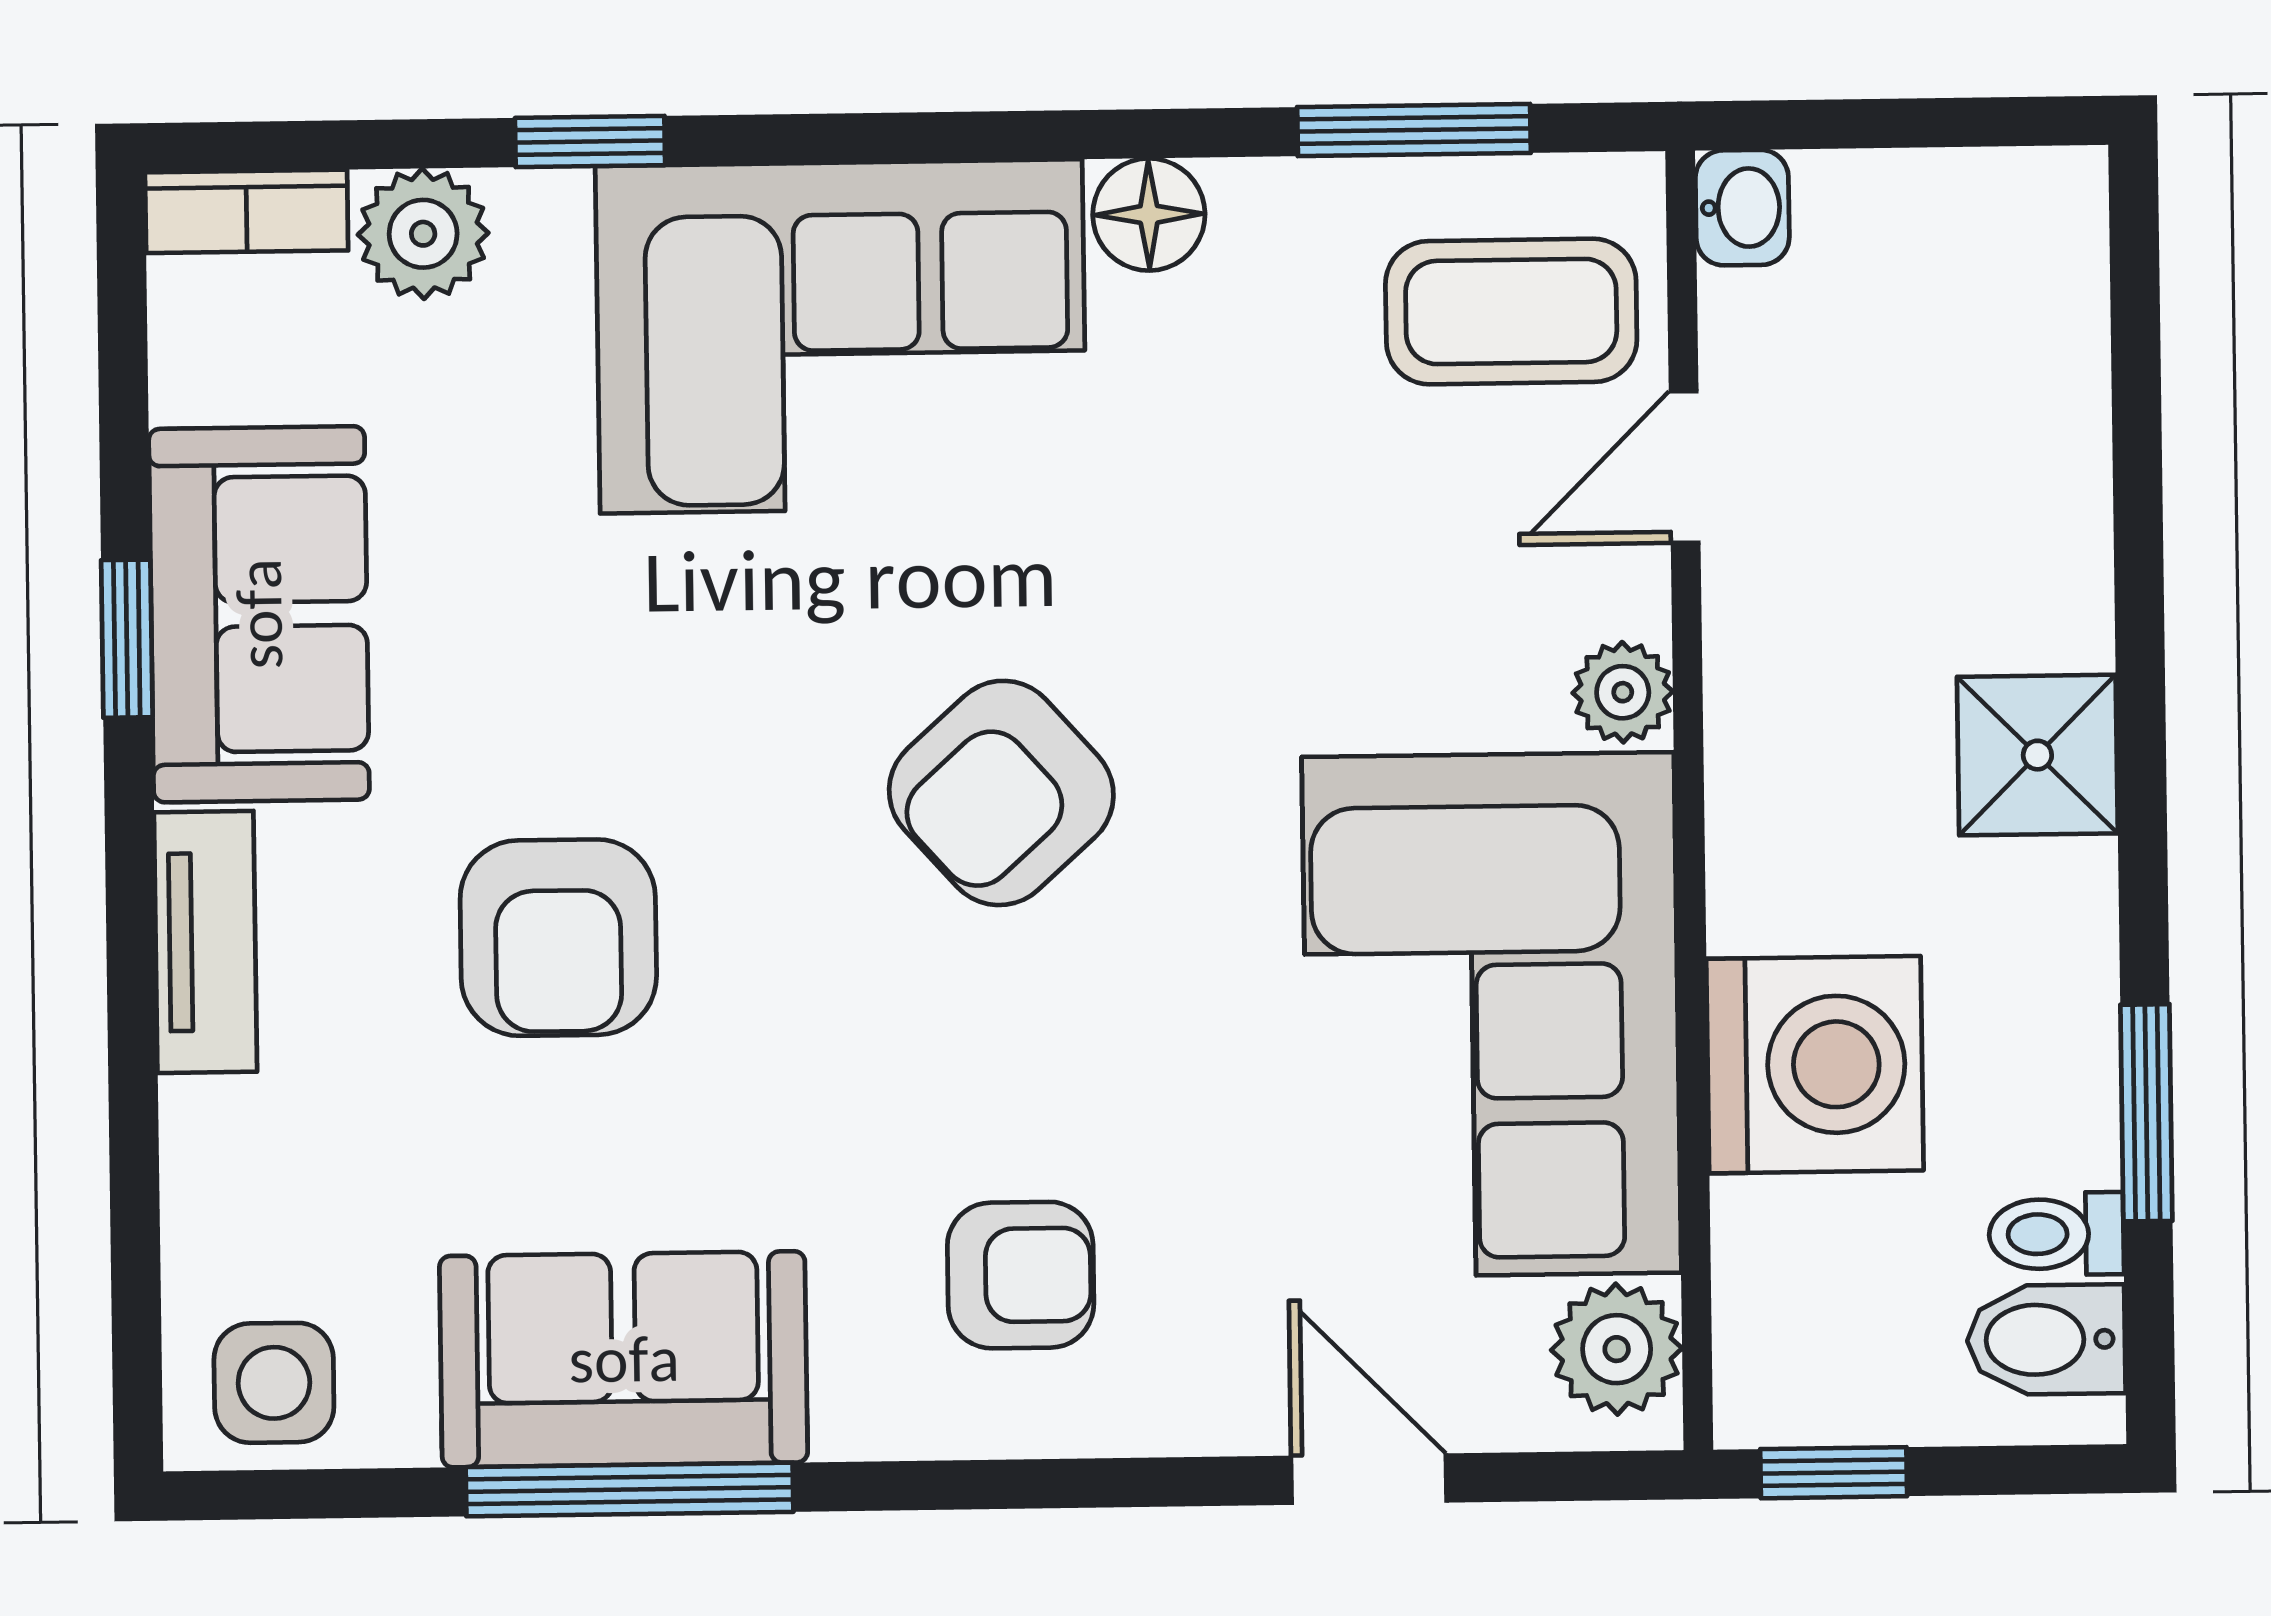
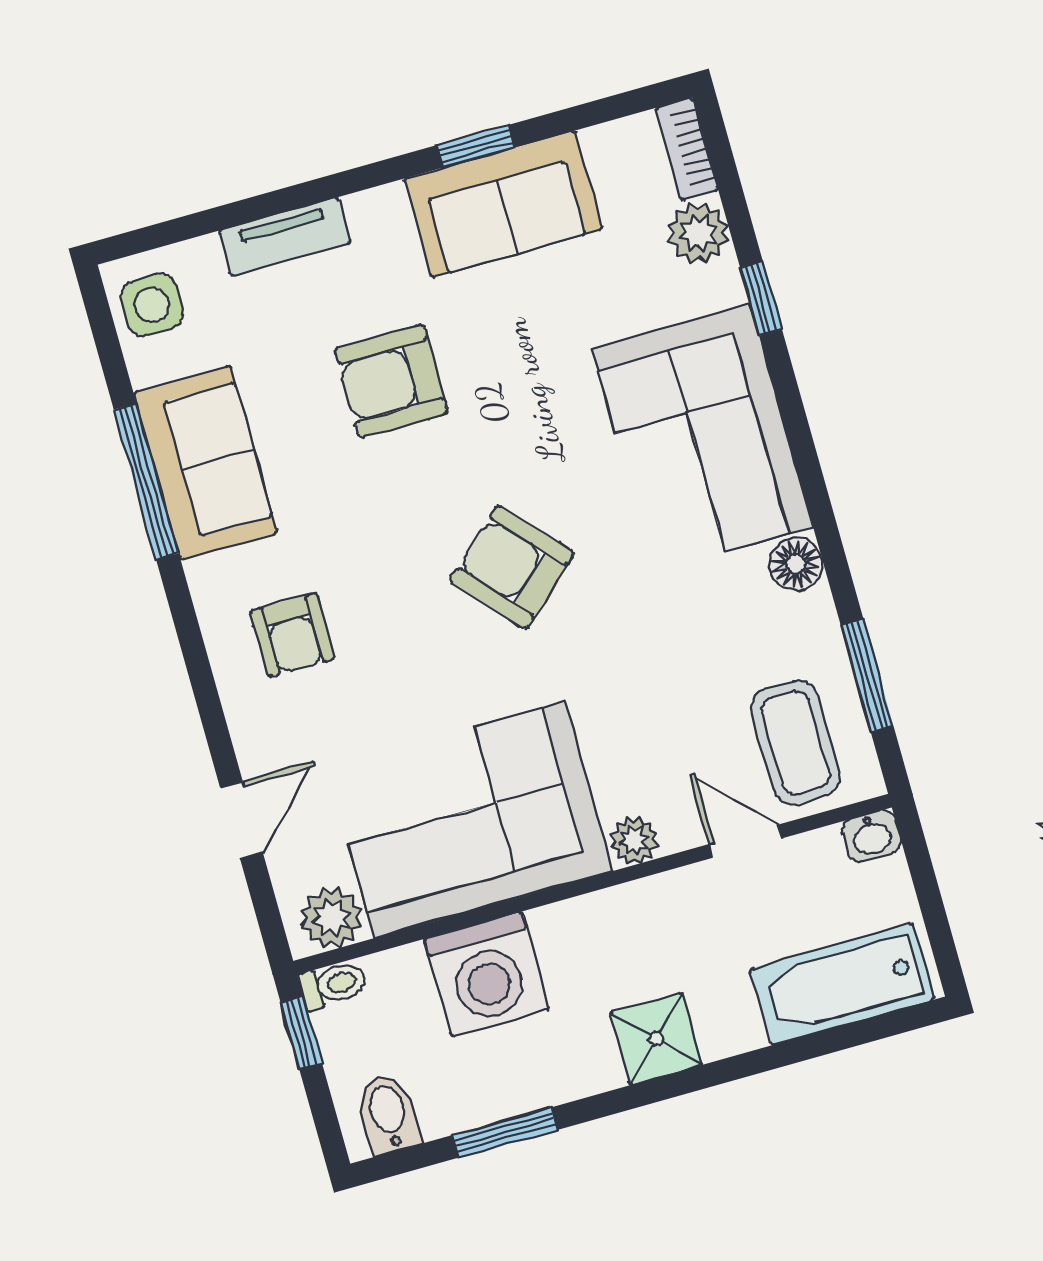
bathtub: (2027, 347) -> (842, 984), added
tv unit: (205, 942) -> (285, 237), moved
toilet: (2056, 1234) -> (333, 985), moved, turned 90

